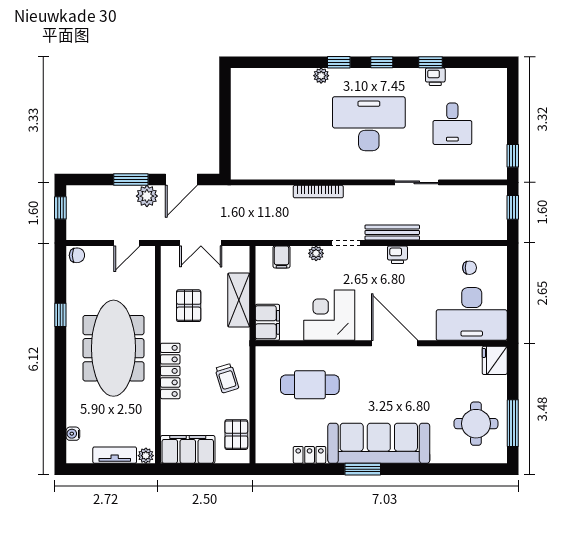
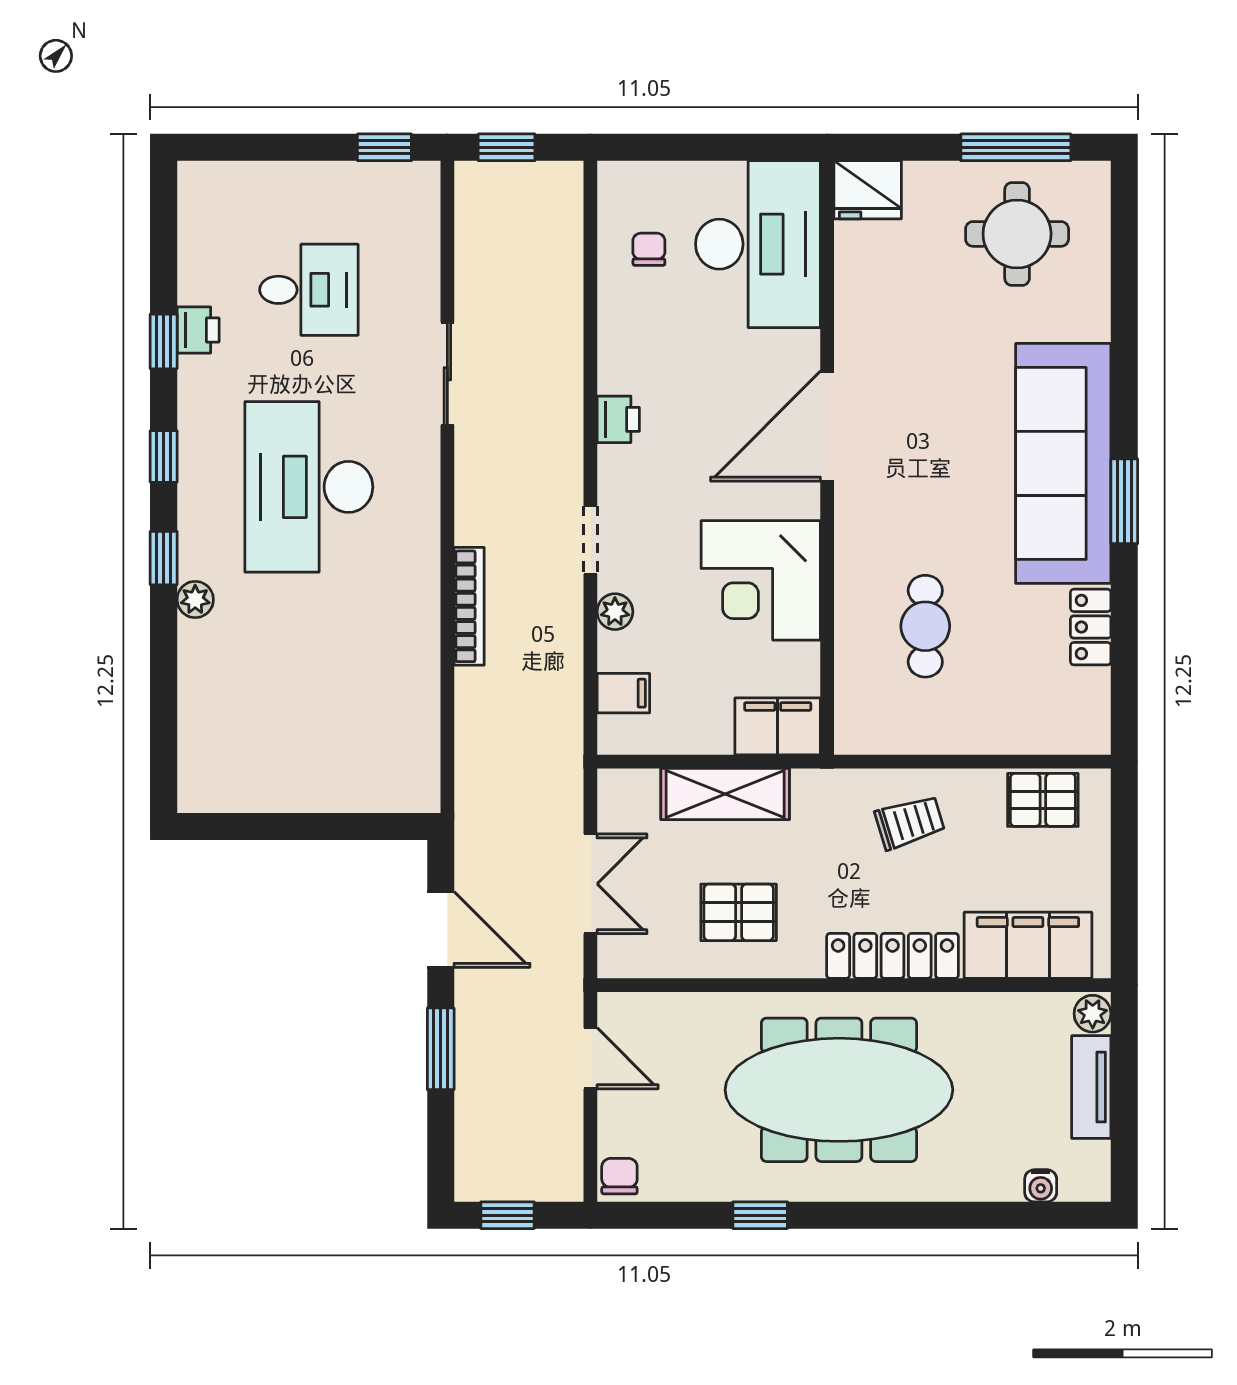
plant: (147, 196) -> (480, 1011), removed
bench: (392, 232) -> (566, 432), removed
cafe table: (310, 385) -> (925, 626), width x0.73, depth x0.74
filing cabinet: (188, 449) -> (1028, 945), moved, turned 90

